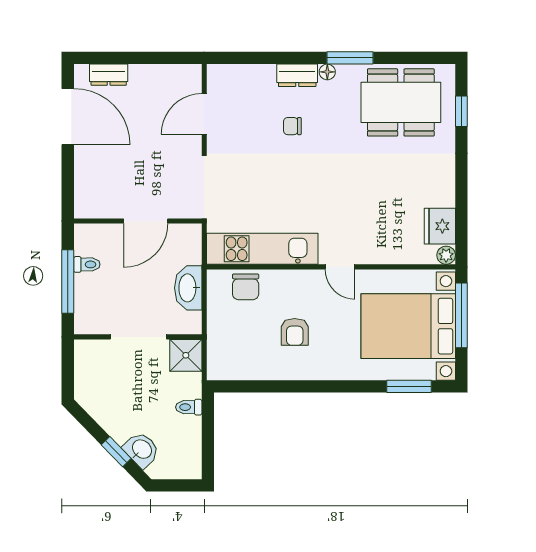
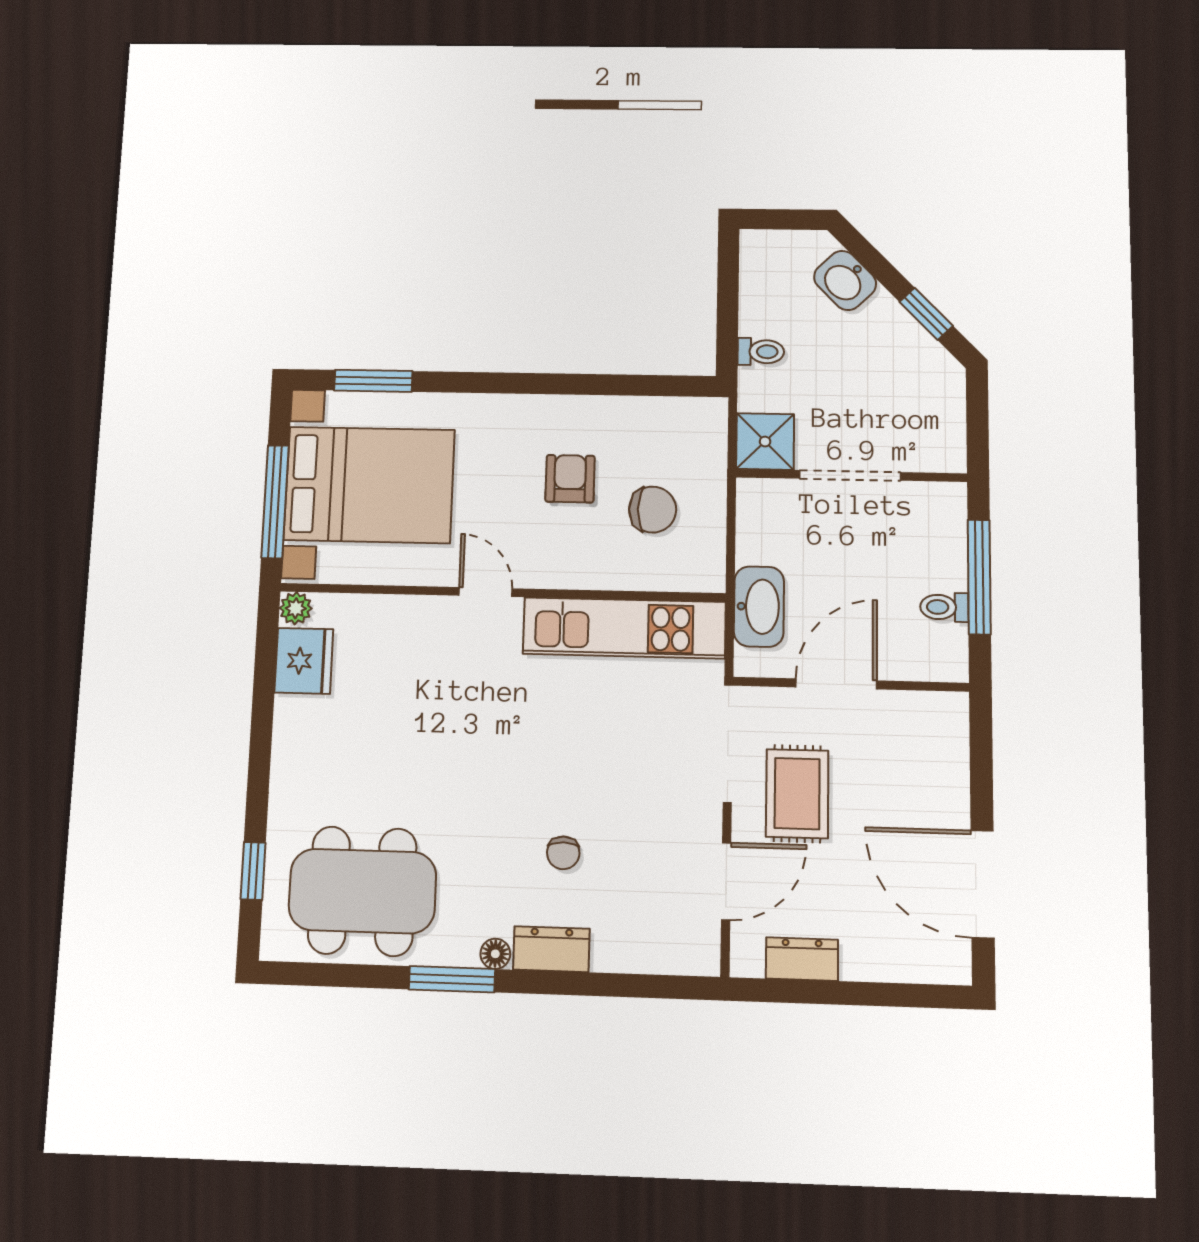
dresser: (109, 75) -> (802, 959), moved
chair: (292, 126) -> (563, 853), turned 90
rug: (167, 161) -> (797, 794), added
chair: (246, 287) -> (653, 510), moved, turned 90
washbasin: (188, 288) -> (759, 607), moved
window: (116, 452) -> (926, 314), moved

